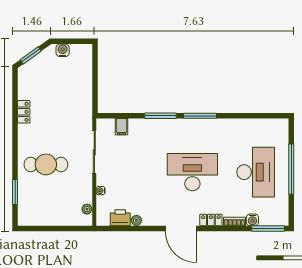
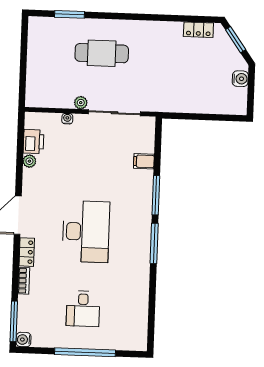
locker: (24, 112) -> (198, 30), moved
filing cabinet: (122, 127) -> (144, 161), moved
cafe table: (46, 164) -> (102, 53), turned 90
desk: (256, 172) -> (83, 309), width x0.53, depth x0.77
plant: (87, 209) -> (81, 103), moved
water cooler: (252, 220) -> (24, 340), moved

